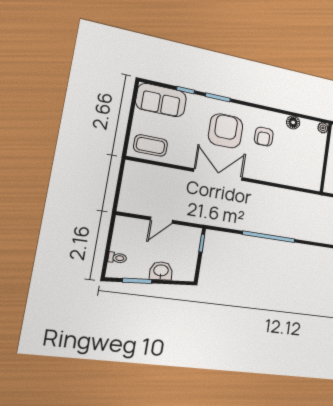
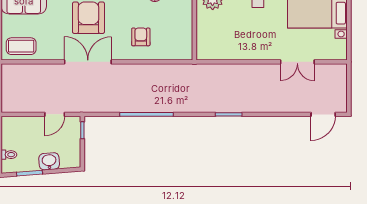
armchair: (264, 137) -> (141, 37), moved, turned 180
door: (161, 220) -> (55, 114), moved

